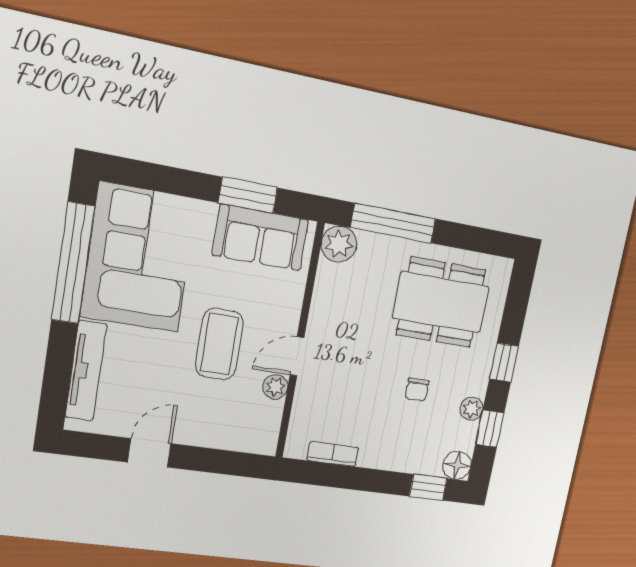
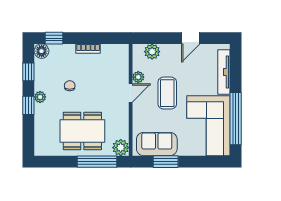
dining table: (441, 302) -> (82, 131), moved
plant: (472, 409) -> (40, 97), moved
plant: (237, 435) -> (152, 52), added
bookcase: (333, 454) -> (88, 49), moved

